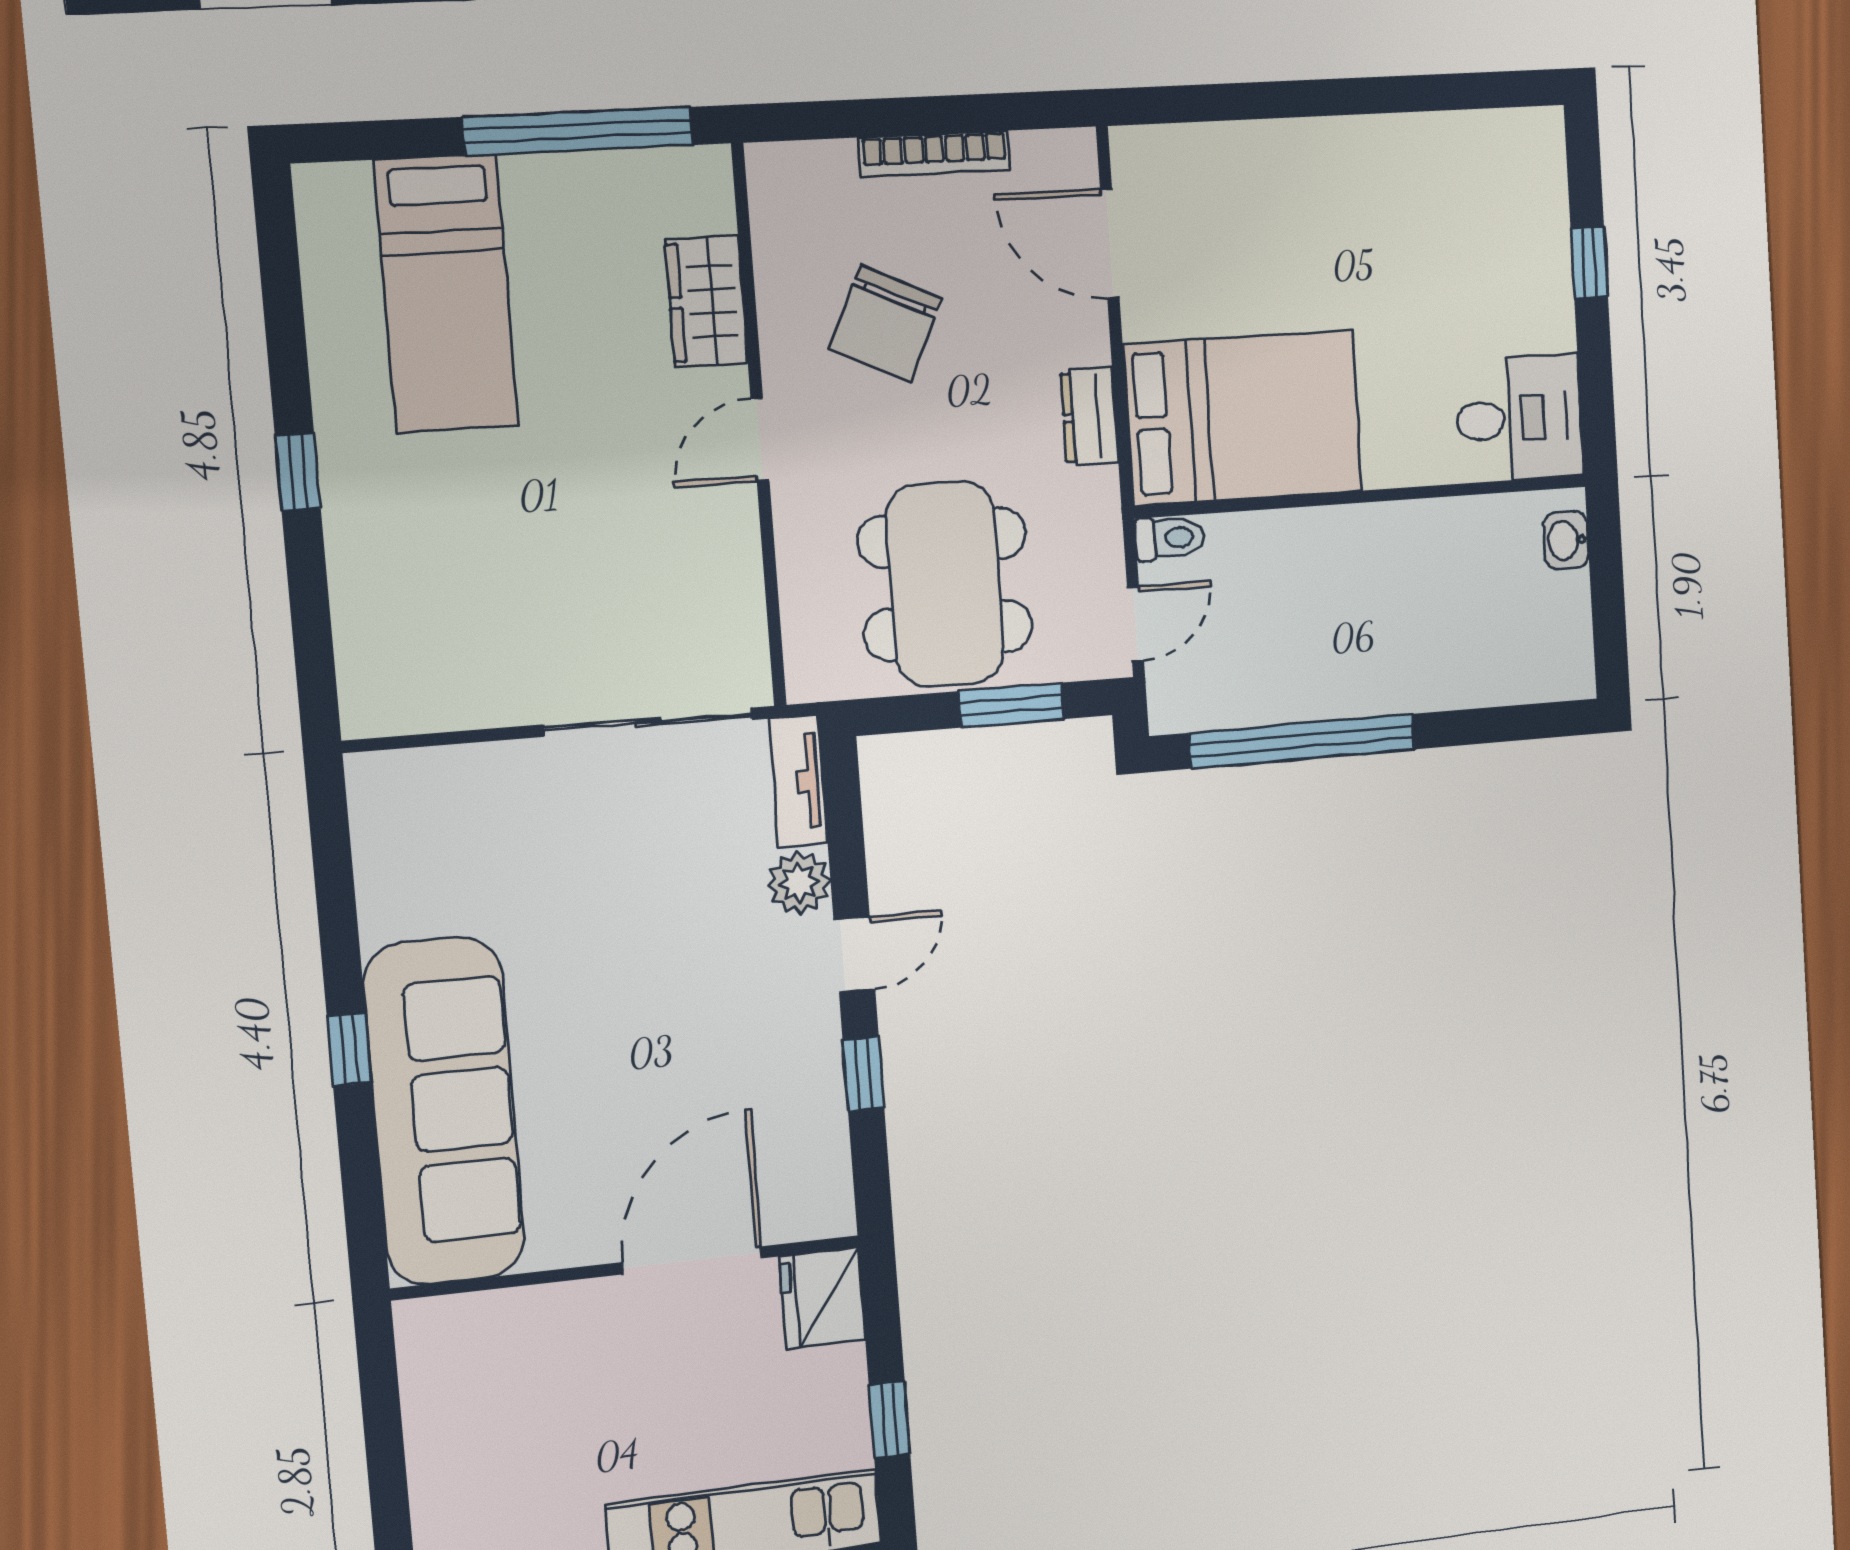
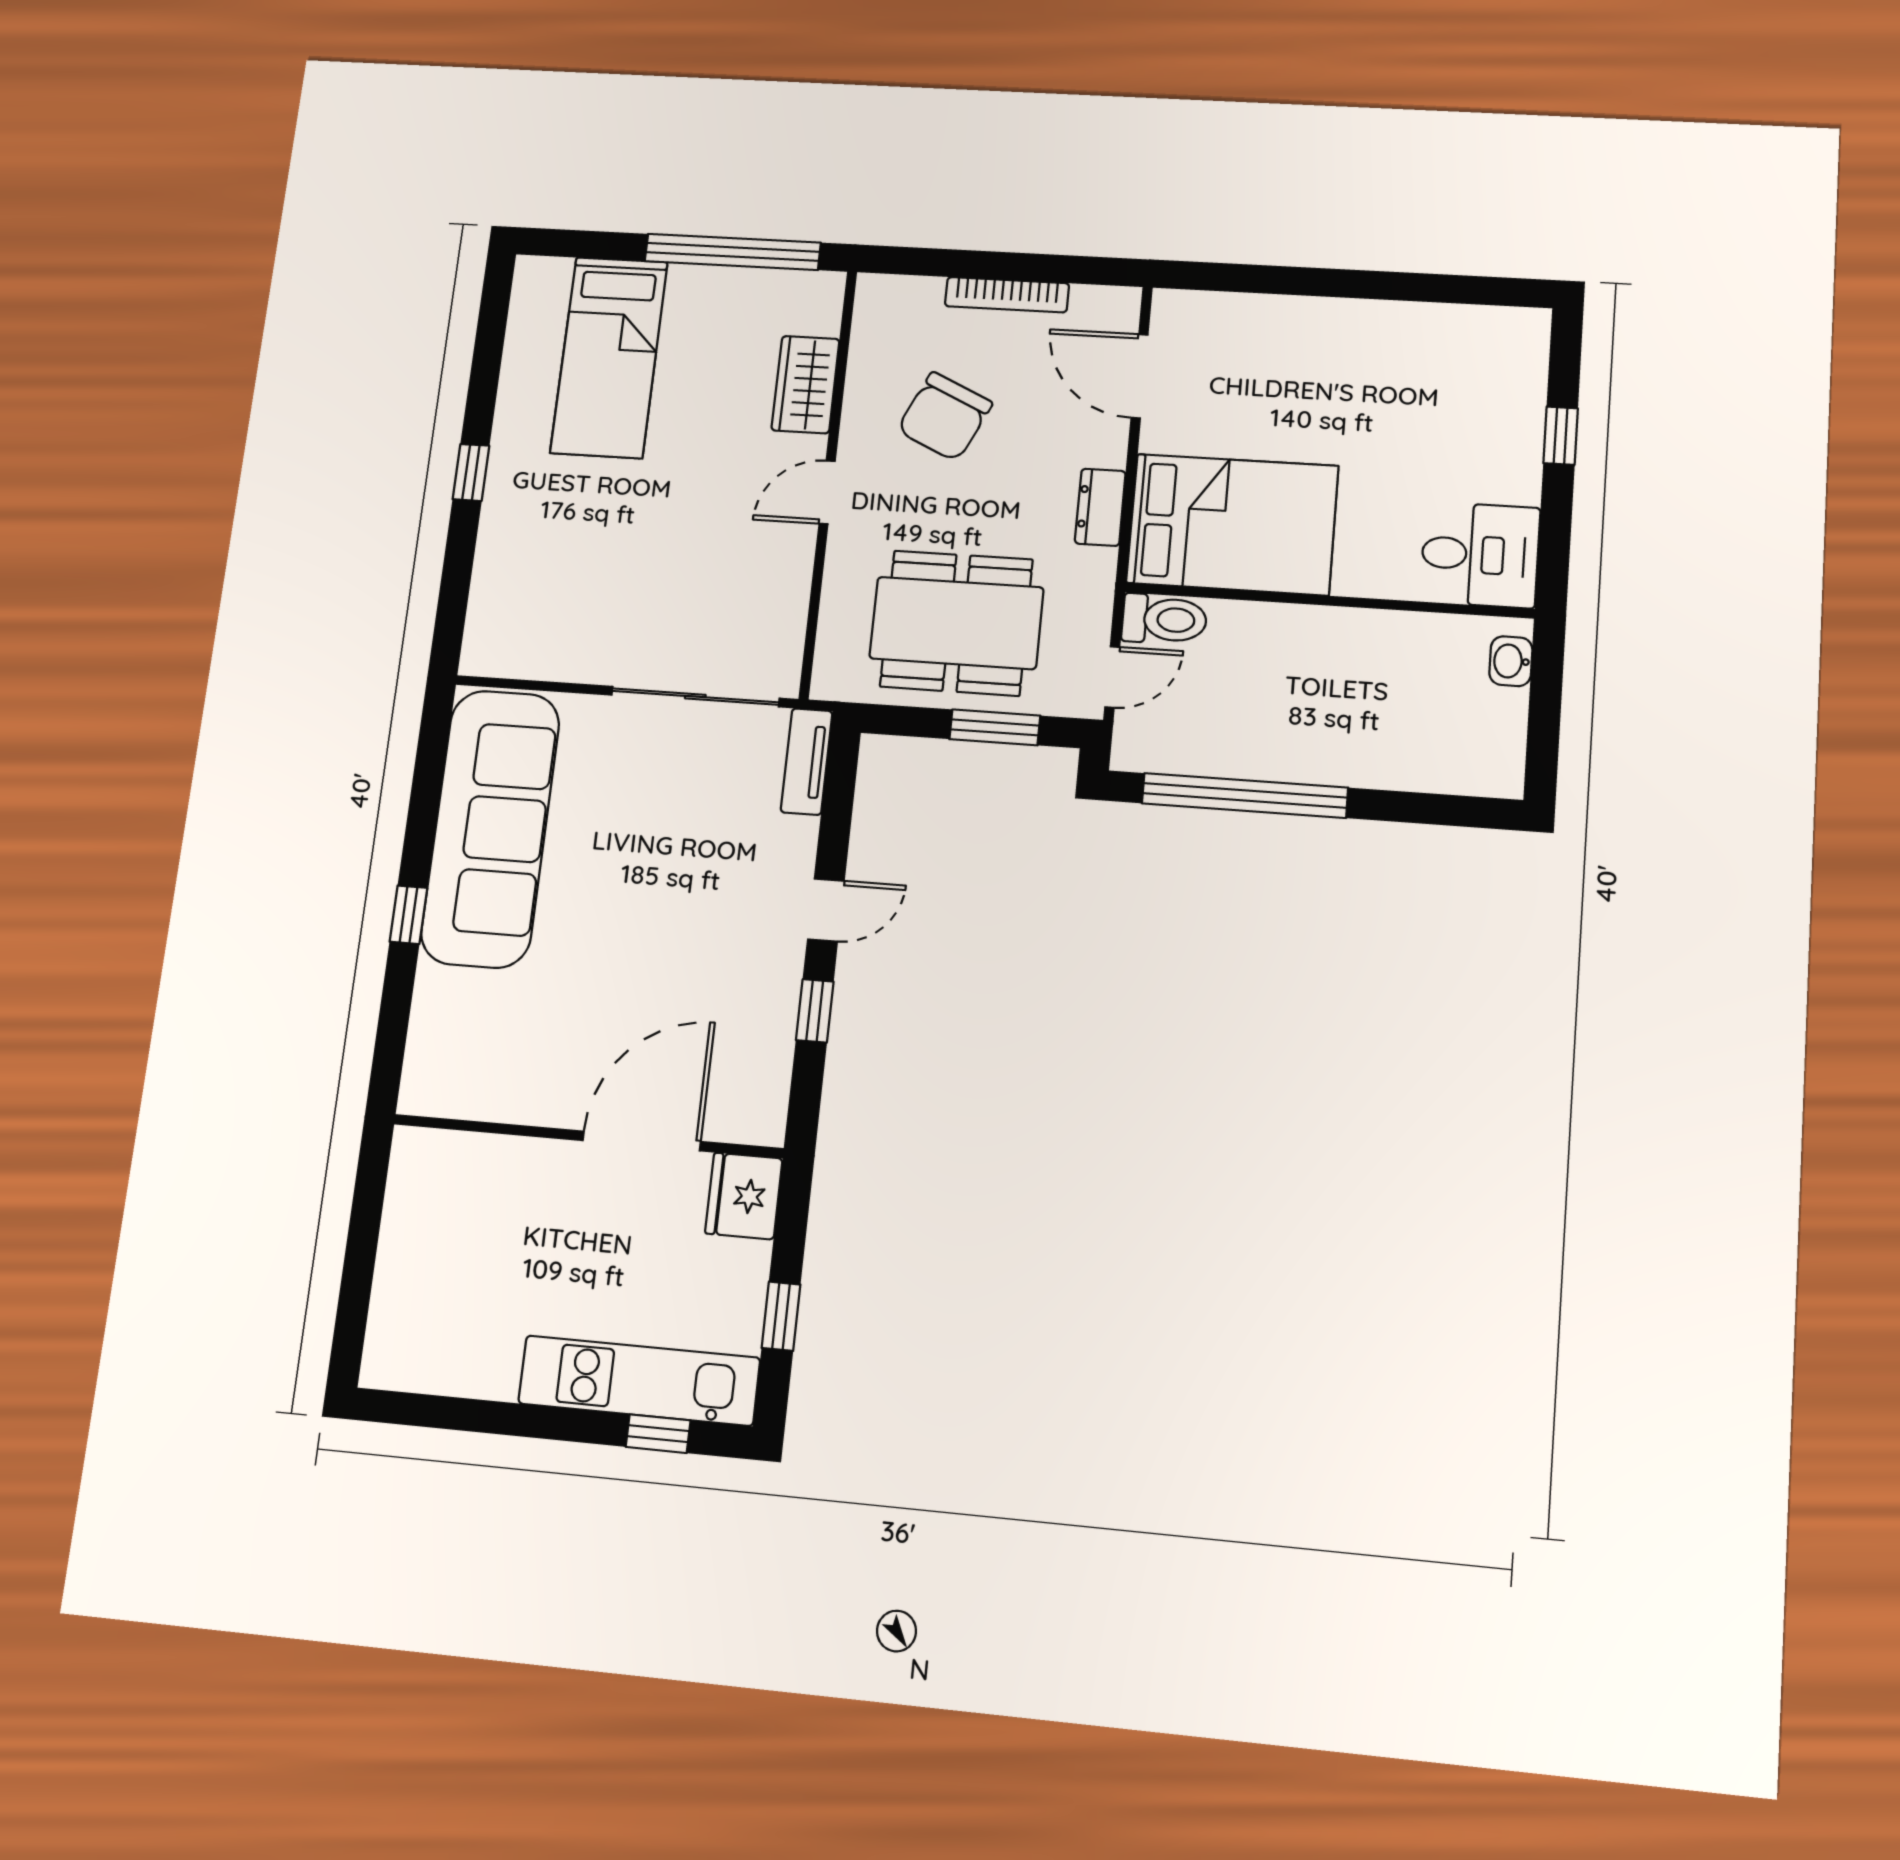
toilet: (1170, 538) -> (1164, 619), width x1.37, depth x1.39
dining table: (945, 584) -> (956, 623), turned 90
plant: (799, 883) -> (791, 843), removed
sofa: (444, 1111) -> (490, 828), moved

